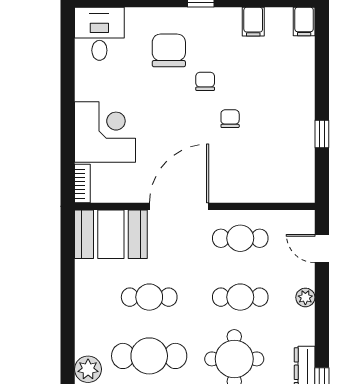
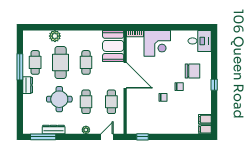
filing cabinet: (253, 22) -> (205, 119), moved
window: (322, 134) -> (143, 137), moved

